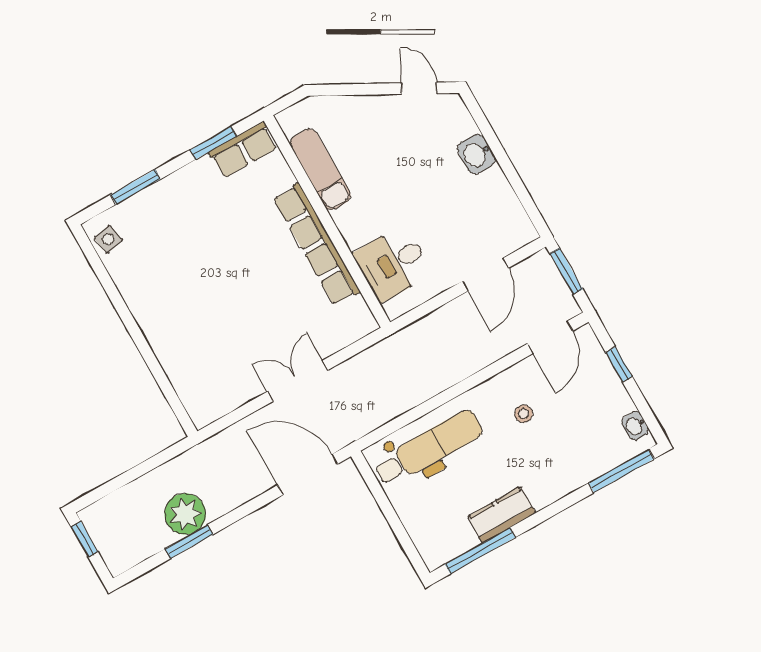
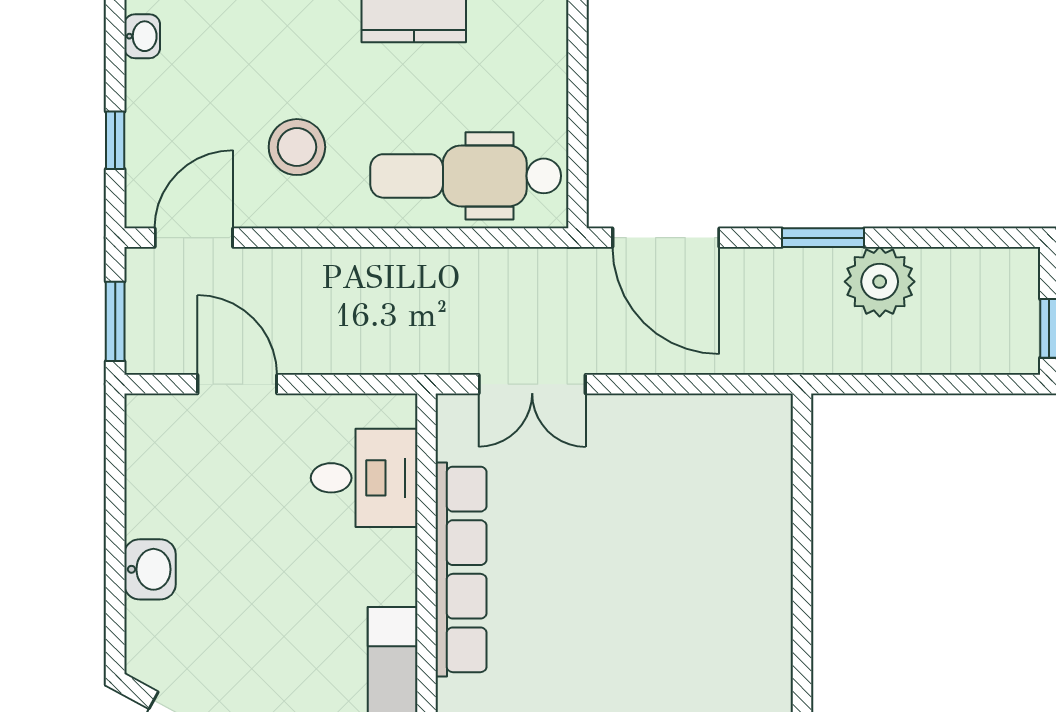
door: (485, 275) -> (237, 384), hinge flipped
double door: (298, 381) -> (532, 384), moved
stool: (524, 414) -> (297, 147), width x1.89, depth x1.89
window: (189, 542) -> (823, 238), moved

